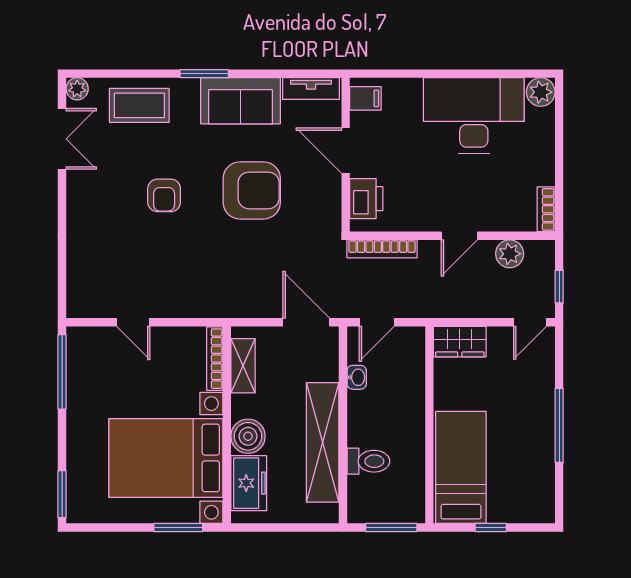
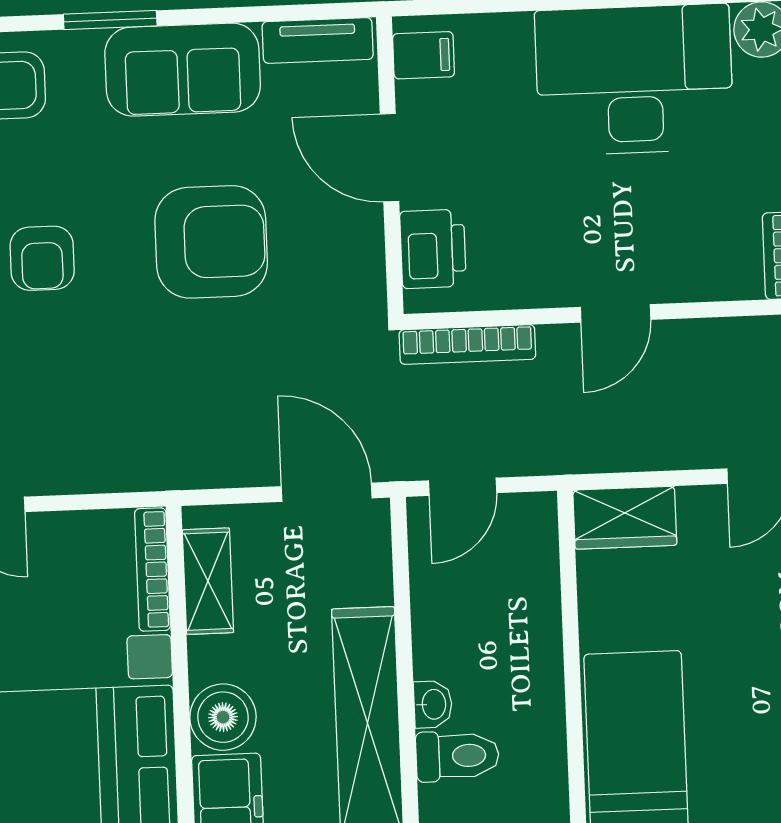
plant: (510, 254) -> (714, 344), removed
washbasin: (357, 377) -> (433, 704), moved

